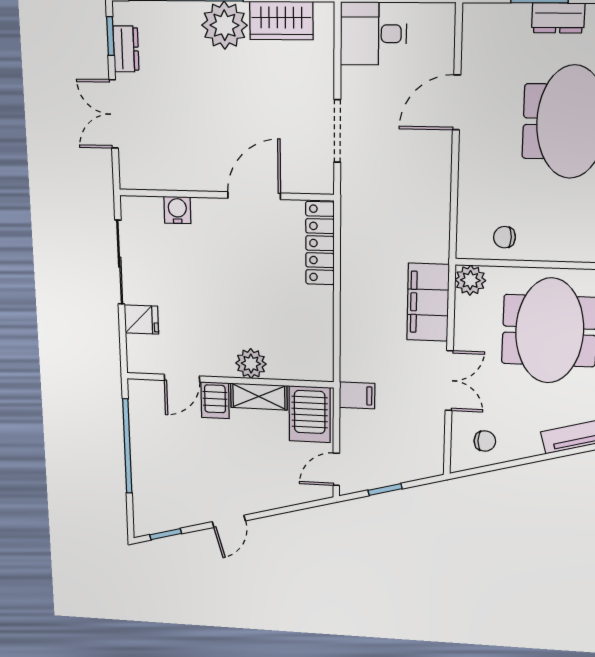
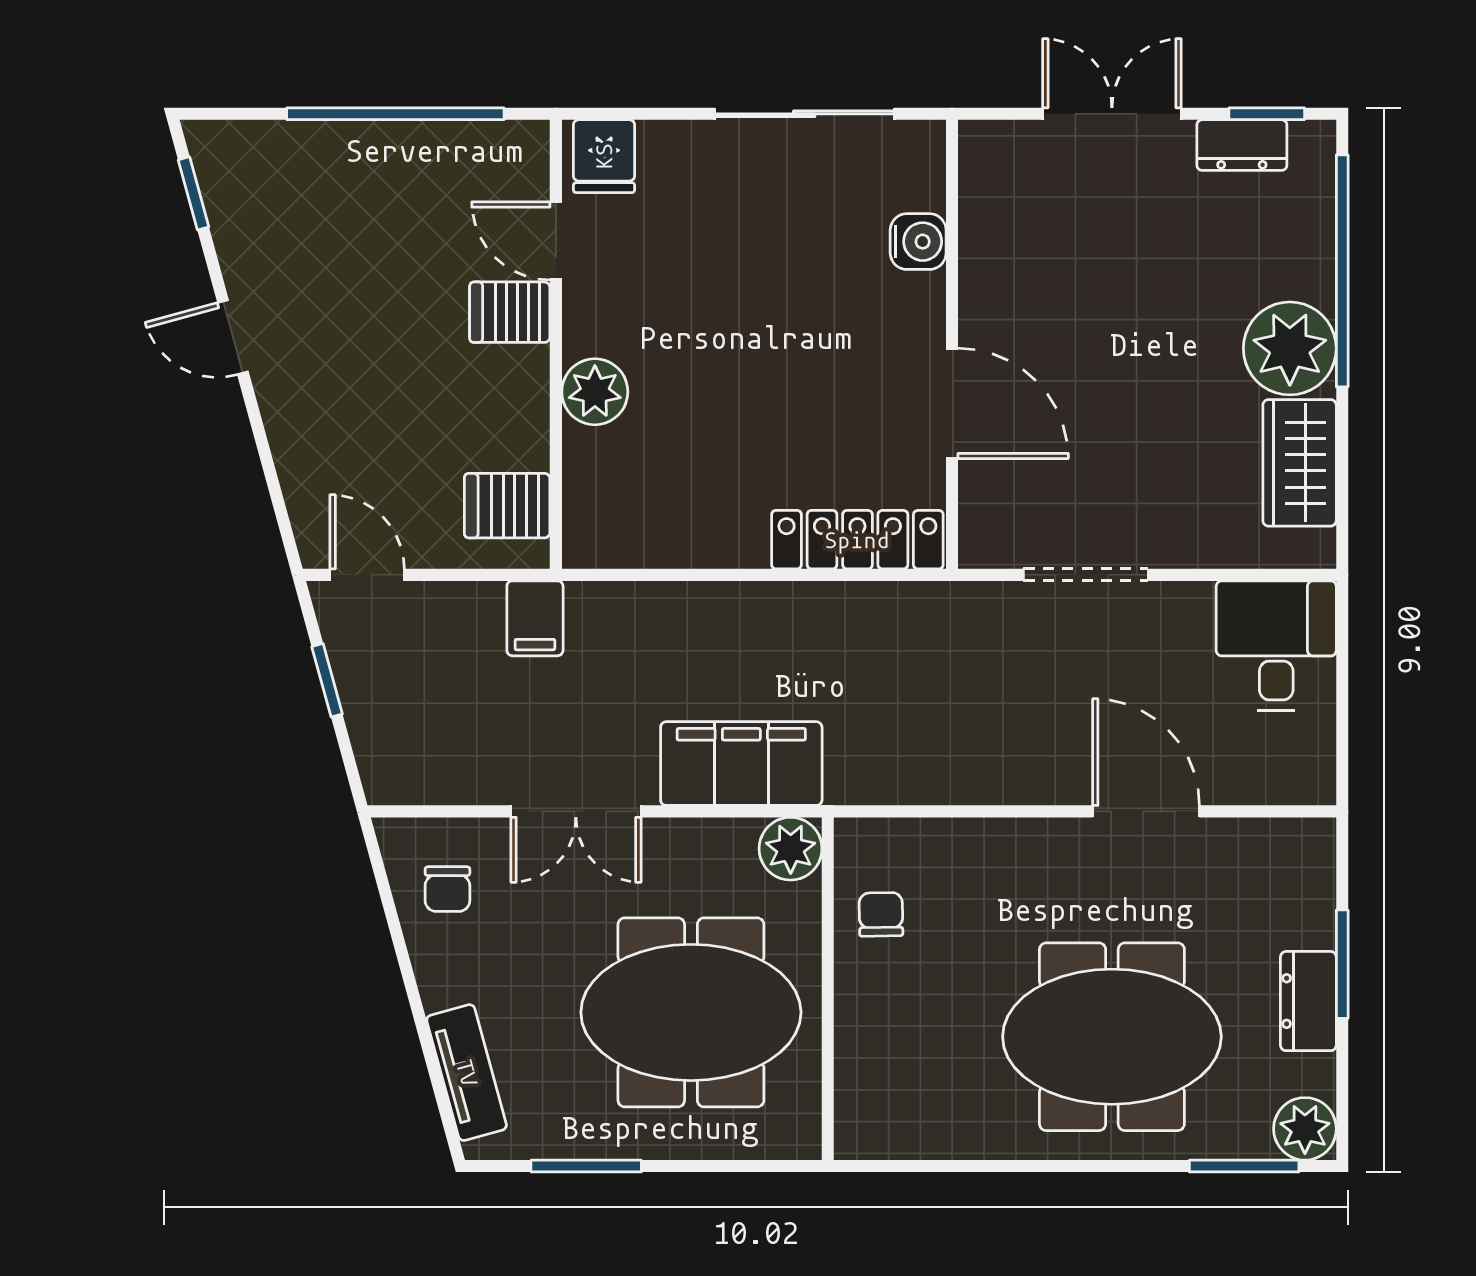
fridge: (141, 320) -> (604, 156), moved
shelving: (259, 396) -> (523, 408), removed
server rack: (310, 414) -> (507, 506), width x0.73, depth x0.70

